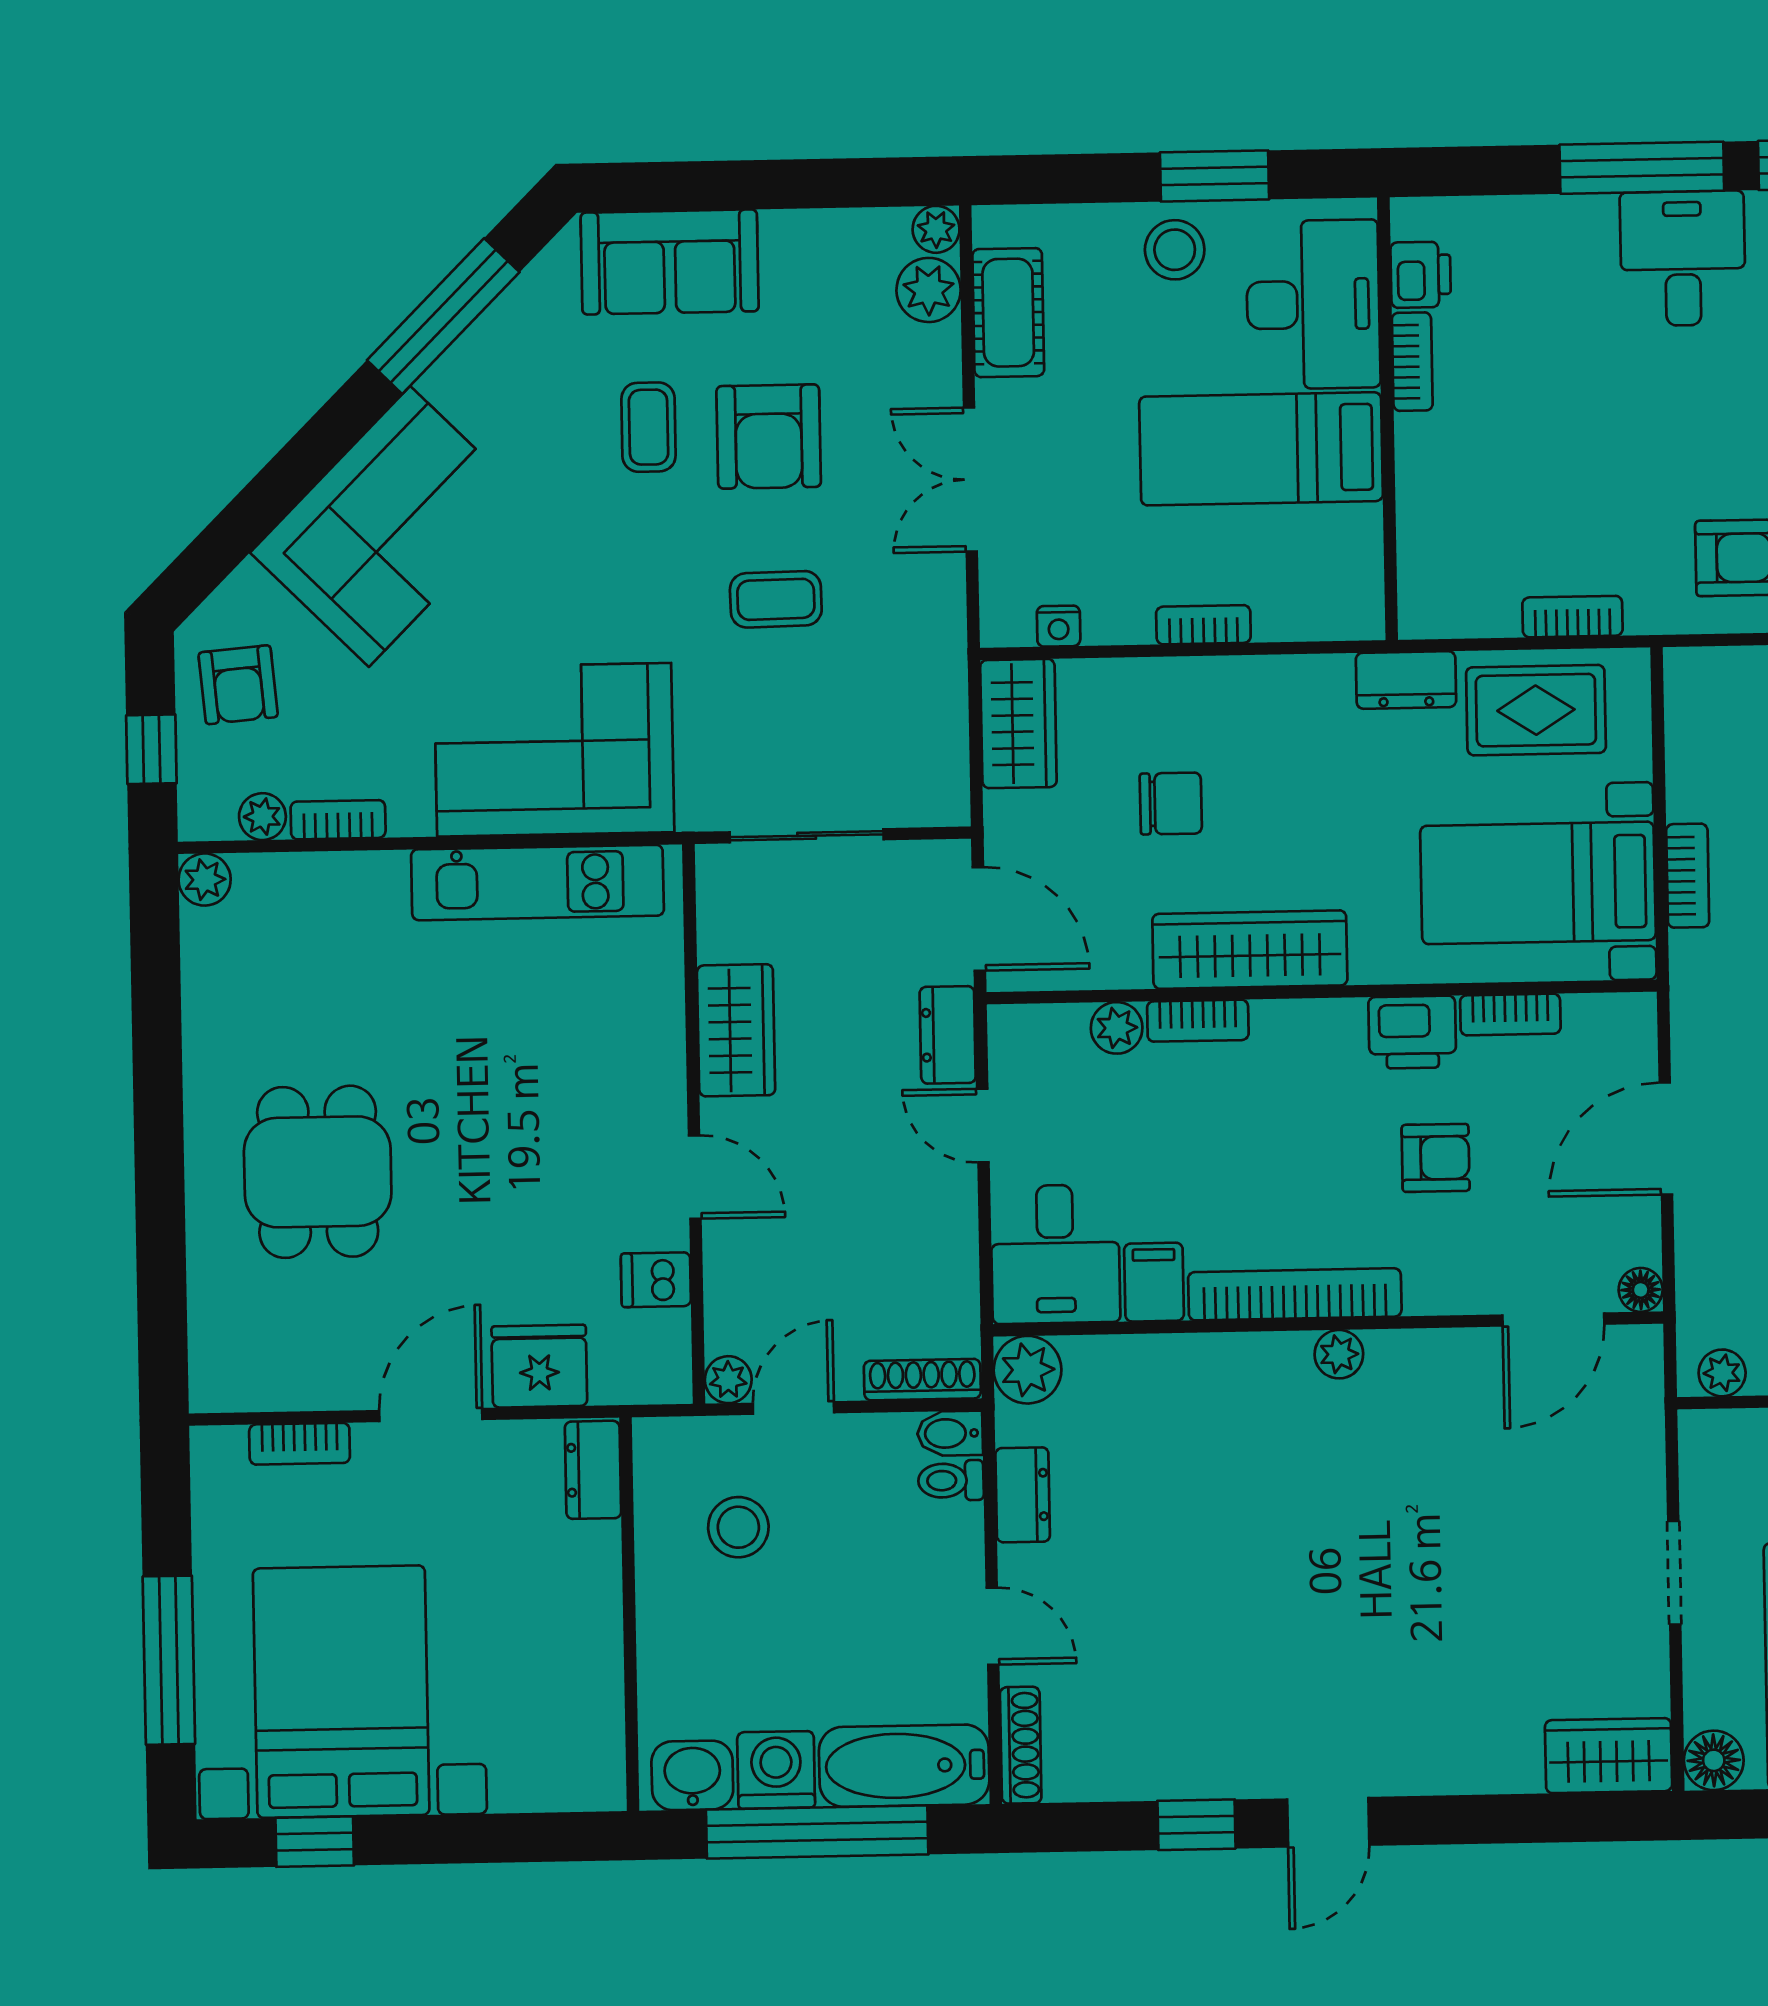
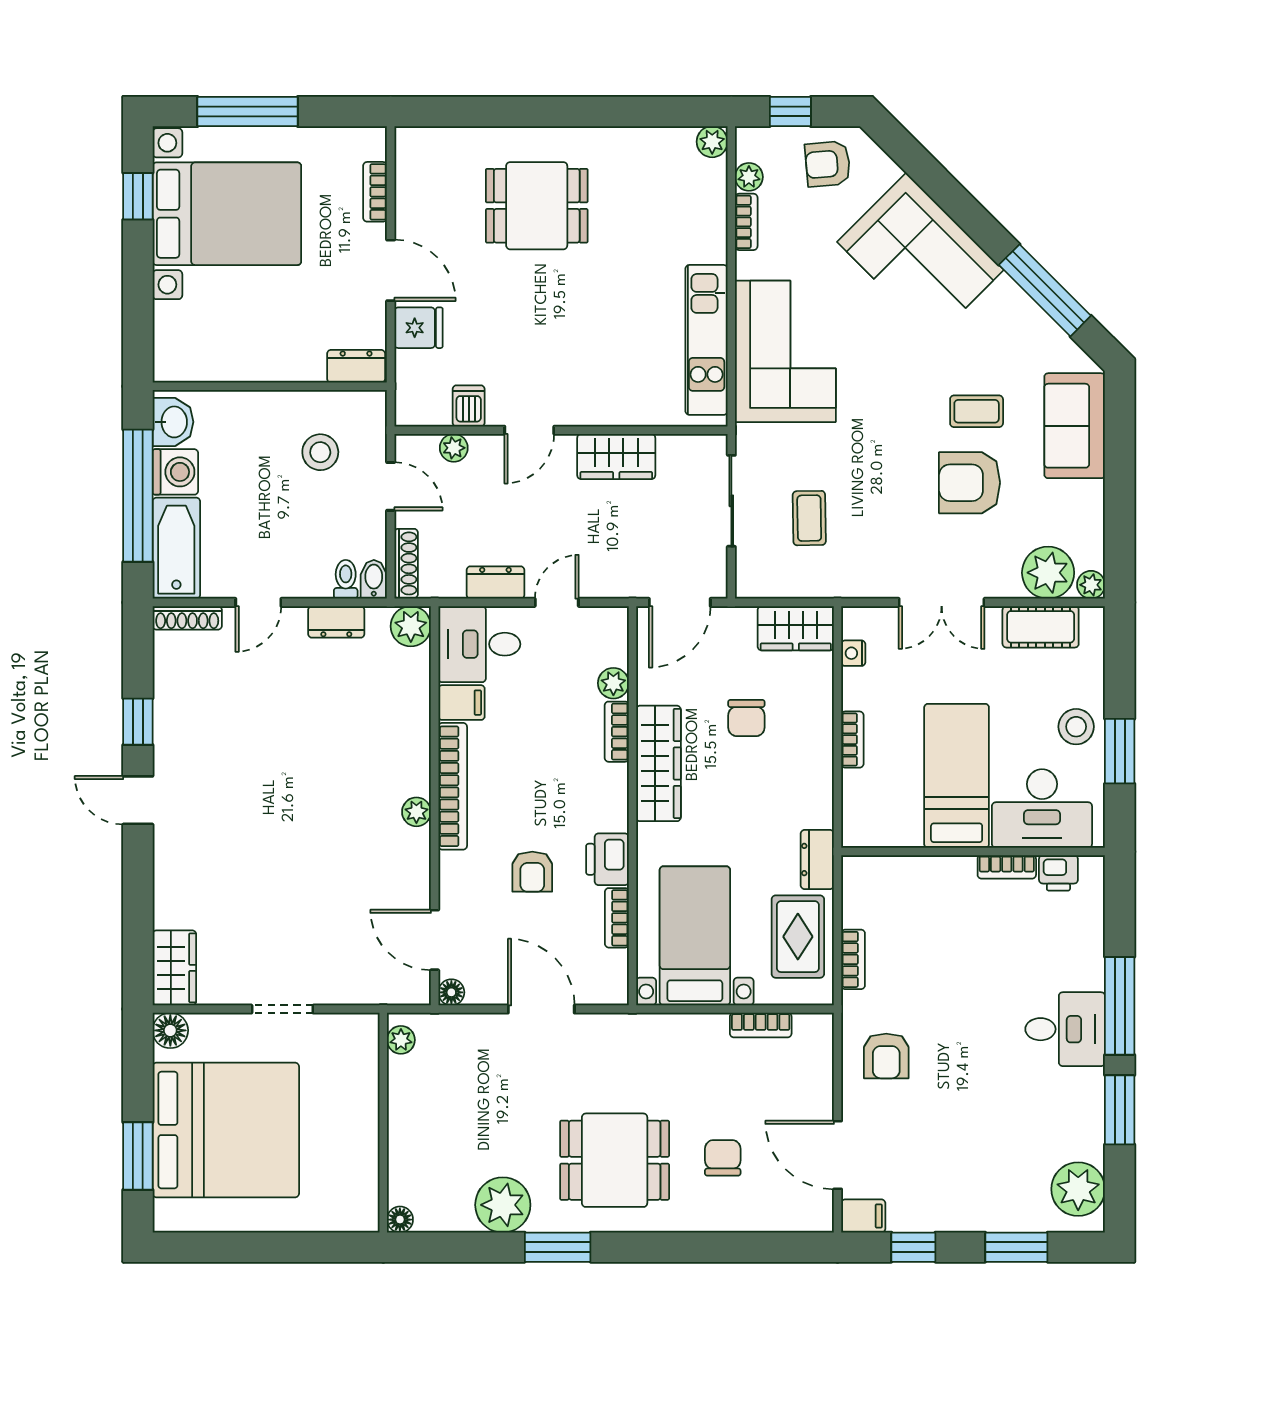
plant: (929, 290) -> (1048, 573), width x1.36, depth x1.36
double door: (970, 480) -> (942, 602), swing flipped
coffee table: (776, 599) -> (809, 518), moved
bookcase: (1688, 876) -> (761, 1025), moved
dresser: (948, 1035) -> (495, 583), moved
fridge: (539, 1366) -> (419, 328), width x0.72
plant: (728, 1380) -> (454, 448), moved

